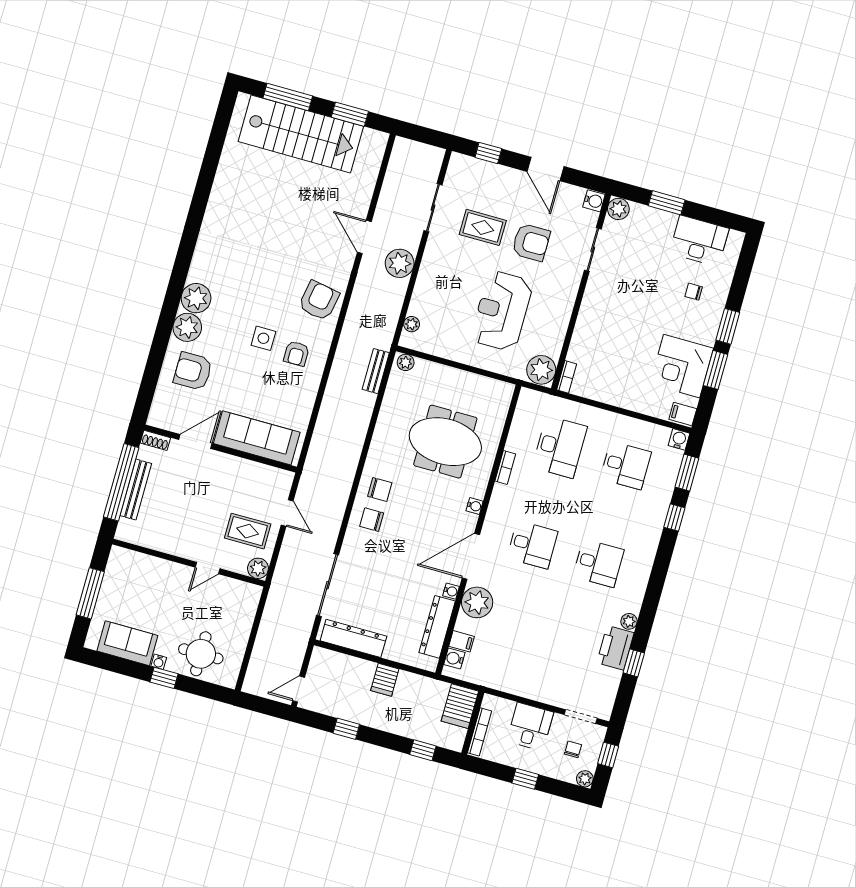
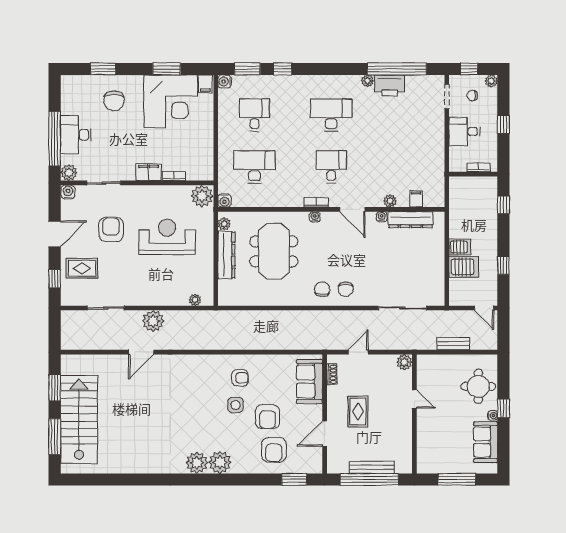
window: (667, 203) -> (55, 139), width x2.11
rug: (483, 227) -> (82, 268), moved, turned 90
desk: (699, 241) -> (76, 135), moved
chair: (694, 292) -> (114, 101), width x1.87, depth x1.87
armchair: (319, 301) -> (268, 417), moved, turned -100
filing cabinet: (590, 310) -> (149, 172), added
reception desk: (502, 311) -> (167, 237), turned 180
window: (728, 326) -> (103, 69), moved
plant: (187, 327) -> (197, 463), moved
plant: (406, 362) -> (224, 224), moved
corner desk: (682, 366) -> (171, 101), width x1.36, depth x1.36
bench: (376, 371) -> (454, 344), moved
bookcase: (567, 377) -> (174, 176), moved
window: (148, 387) -> (294, 479), added
sofa: (257, 438) -> (309, 382), width x0.73
shoe rack: (155, 440) -> (332, 374), moved
door: (195, 441) -> (325, 434), hinge flipped
bookcase: (505, 468) -> (316, 202), moved
rug: (248, 531) -> (358, 411), moved
door: (471, 556) -> (352, 209), width x0.73
desk: (598, 563) -> (331, 115), width x1.37
plant: (477, 602) -> (390, 201), width x0.53, depth x0.53
dresser: (353, 638) -> (226, 255), moved, turned 180
water cooler: (454, 659) -> (225, 201), moved
window: (634, 663) -> (397, 69), width x3.17
server rack: (460, 706) -> (464, 267), moved
bookcase: (480, 732) -> (478, 167), width x0.64

